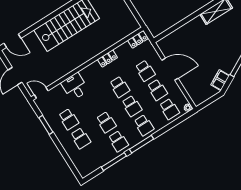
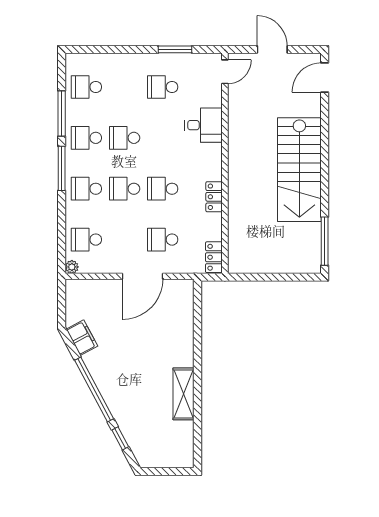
school desk: (157, 90) -> (125, 240), removed
school desk: (81, 138) -> (86, 87), moved

